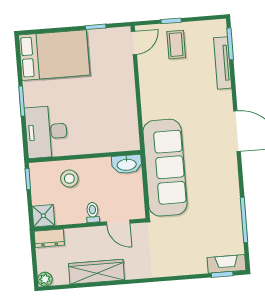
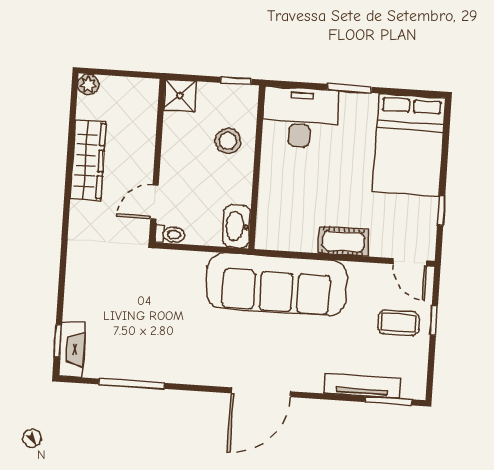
cot: (126, 90) -> (343, 241), added
sofa: (165, 168) -> (276, 284), moved
toilet: (93, 212) -> (170, 234), moved
dresser: (49, 238) -> (146, 99), removed

